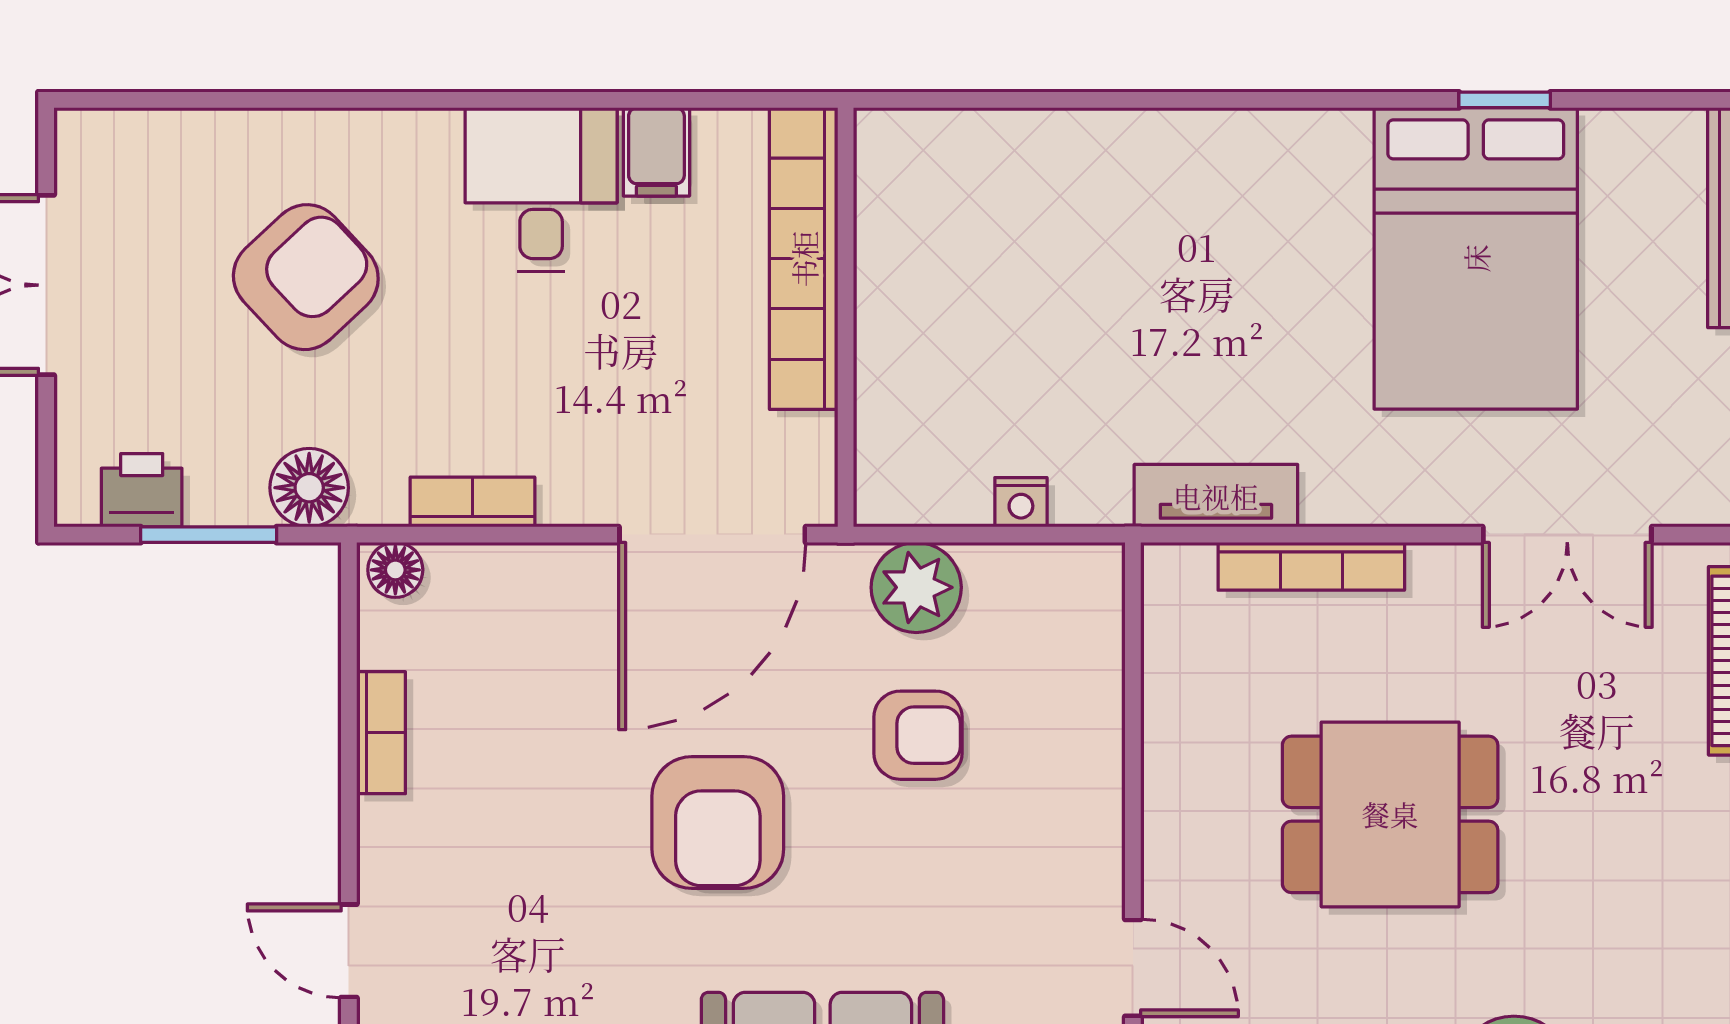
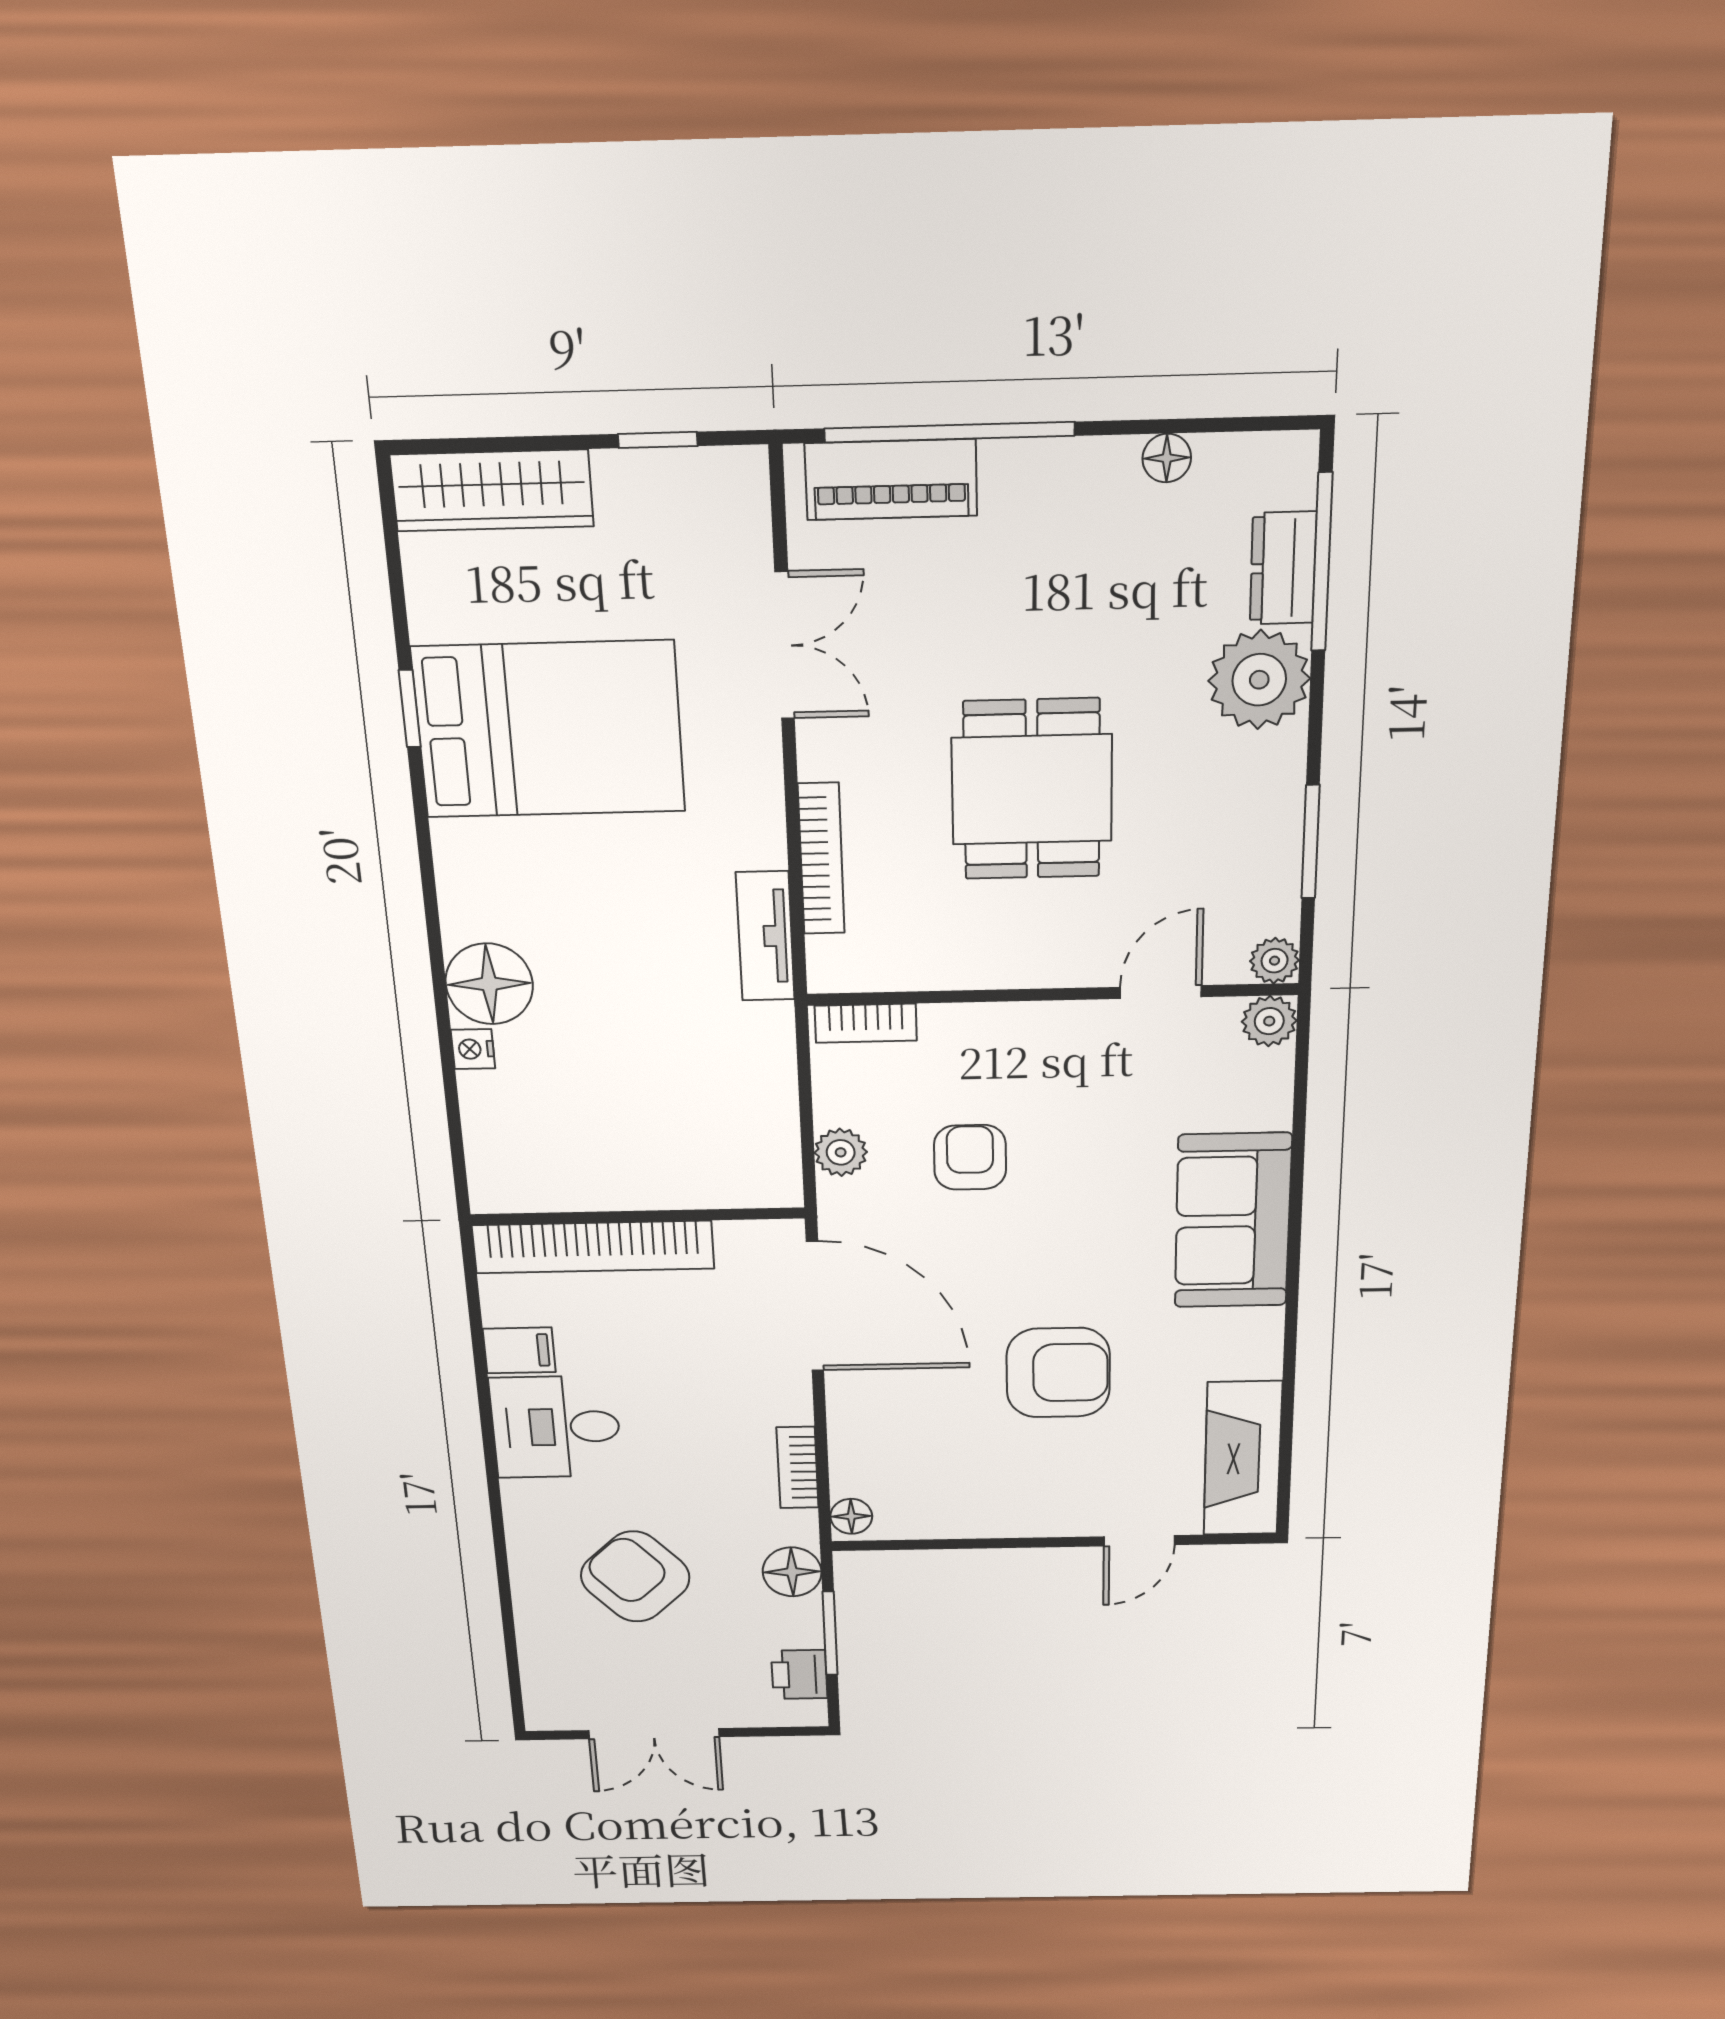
floor lamp: (1163, 160) -> (489, 984), added
nightstand: (1021, 502) -> (473, 1049), moved, turned 180
plant: (916, 587) -> (841, 1152), width x0.73, depth x0.73
bookcase: (381, 733) -> (866, 1023), moved, turned 180
armchair: (718, 822) -> (1058, 1373), moved

